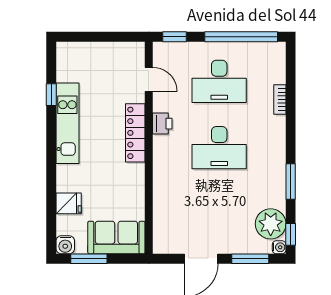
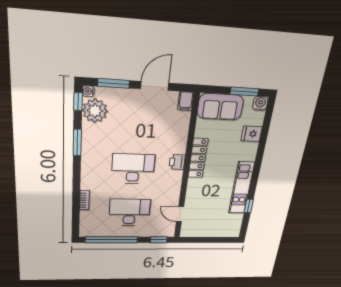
printer: (162, 124) -> (177, 162), moved
locker: (135, 133) -> (198, 158), moved
filing cabinet: (161, 242) -> (186, 101), added

